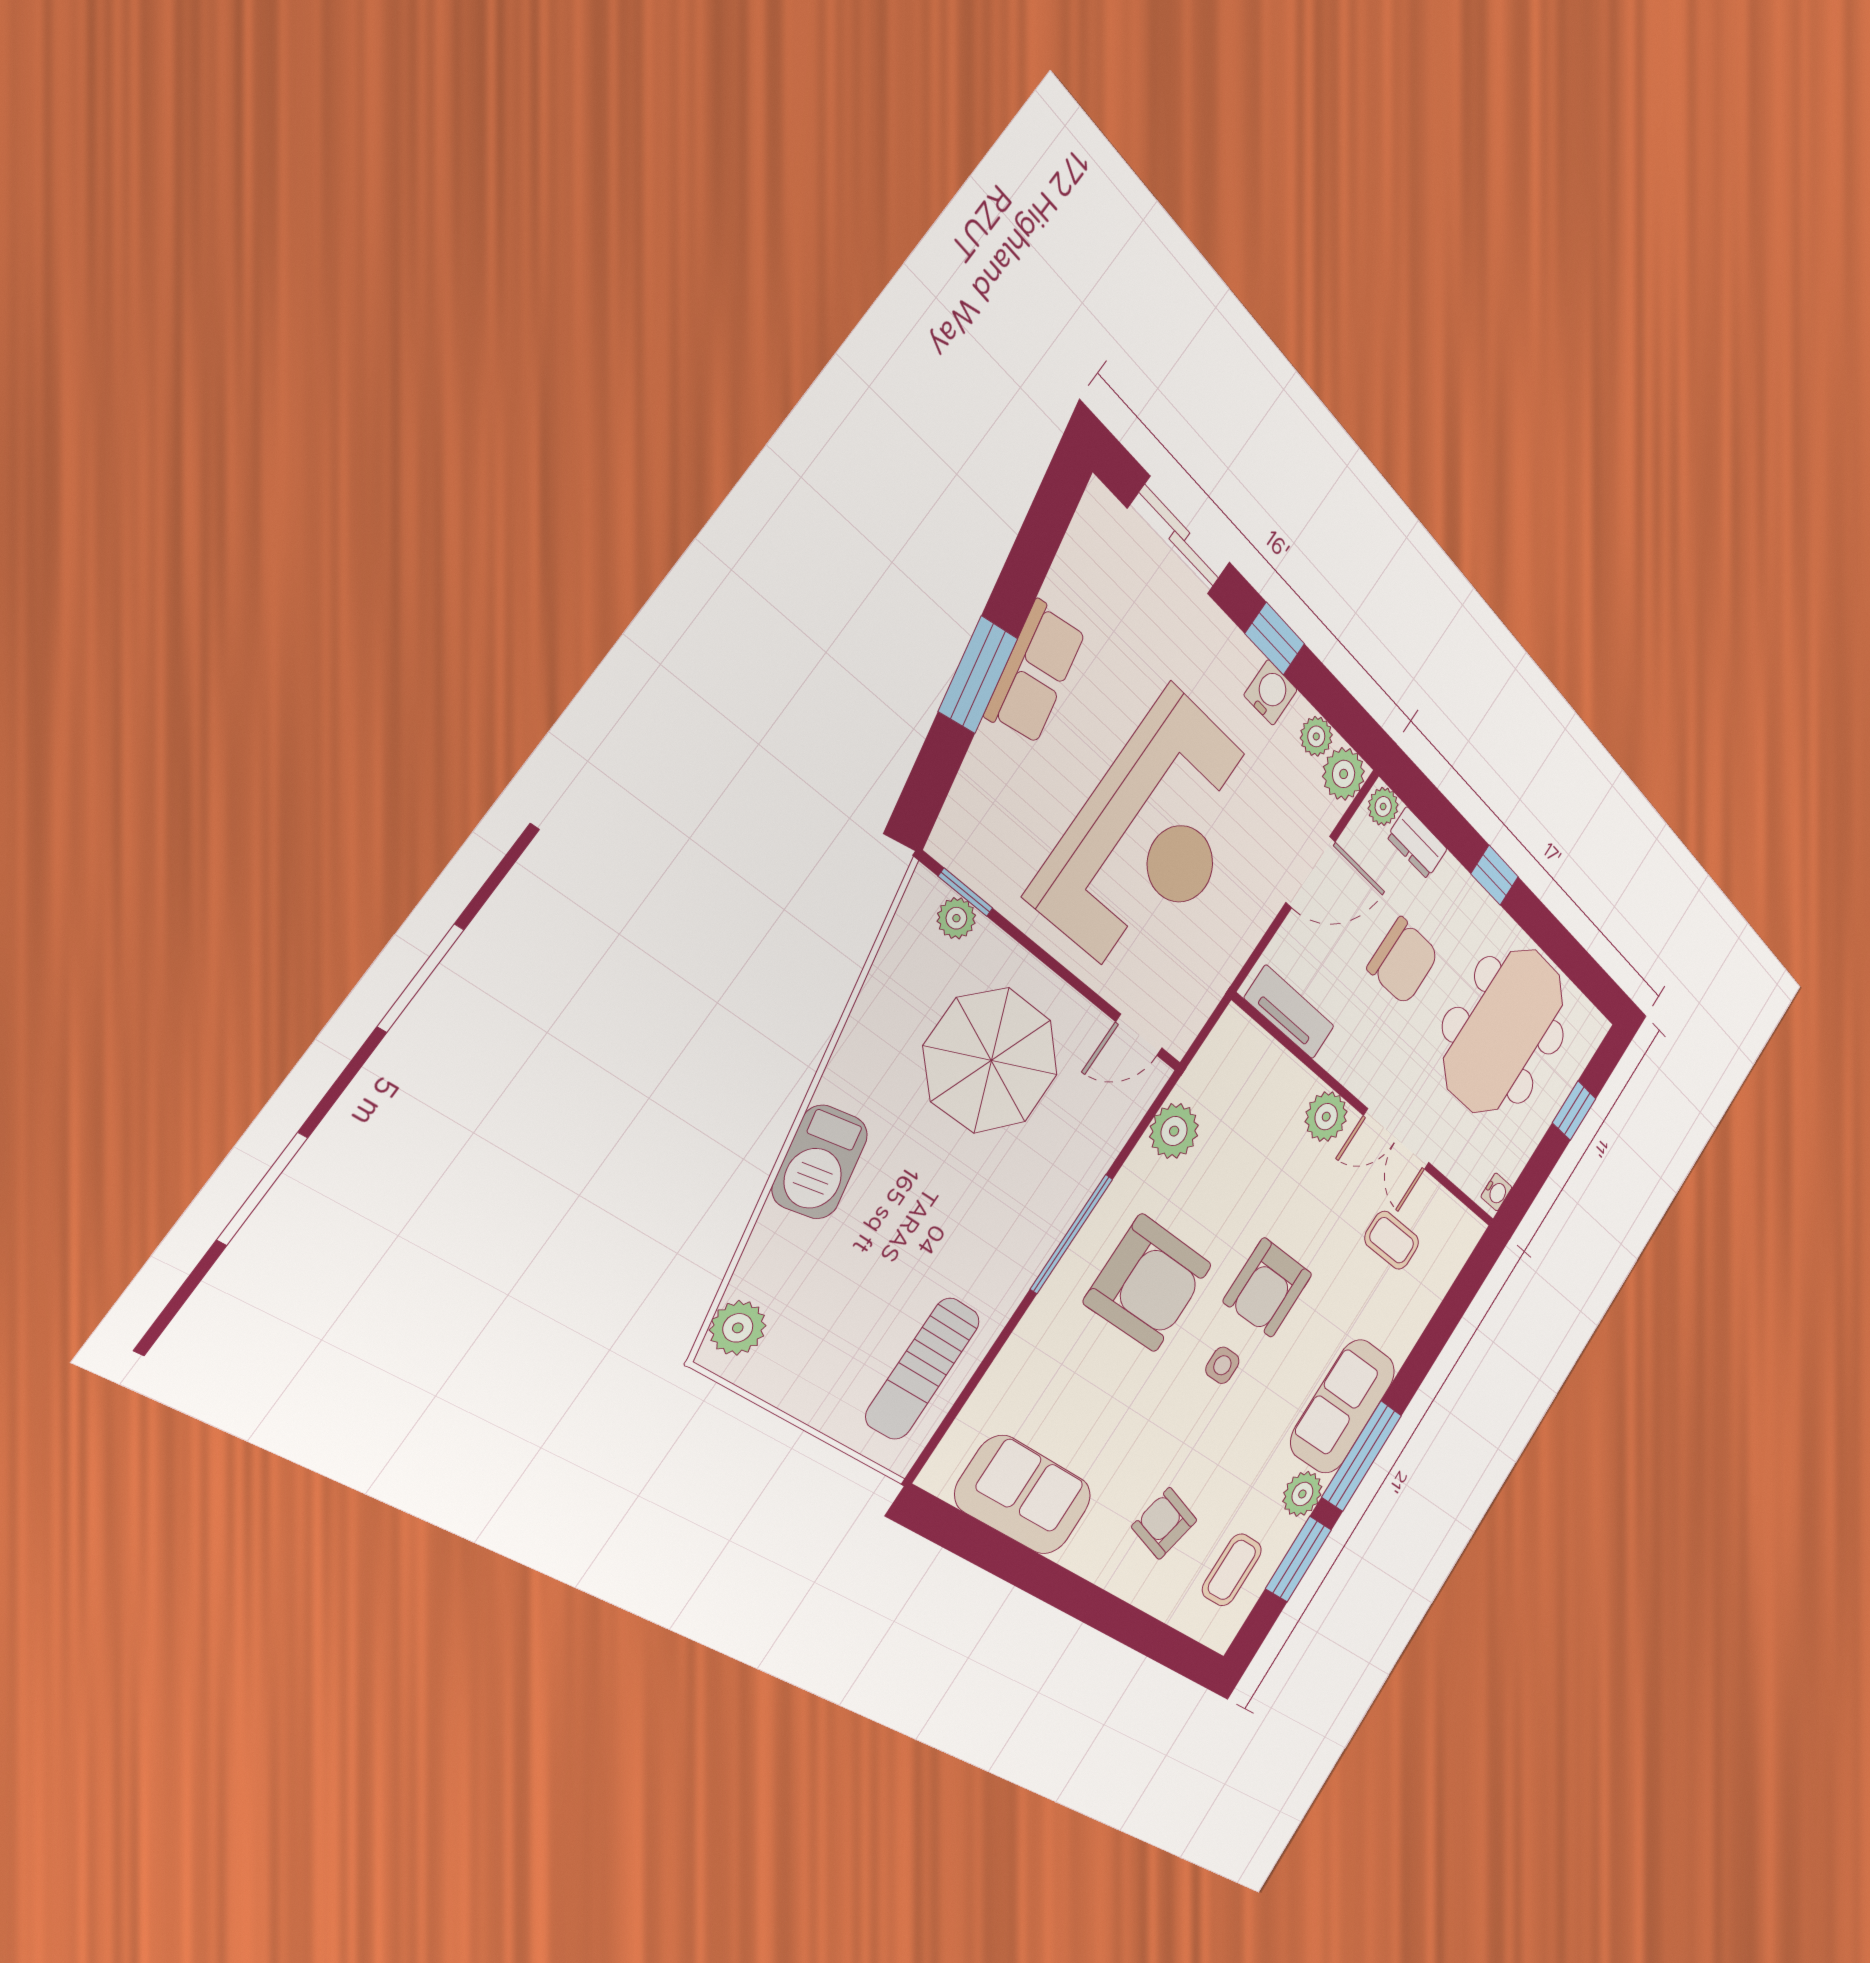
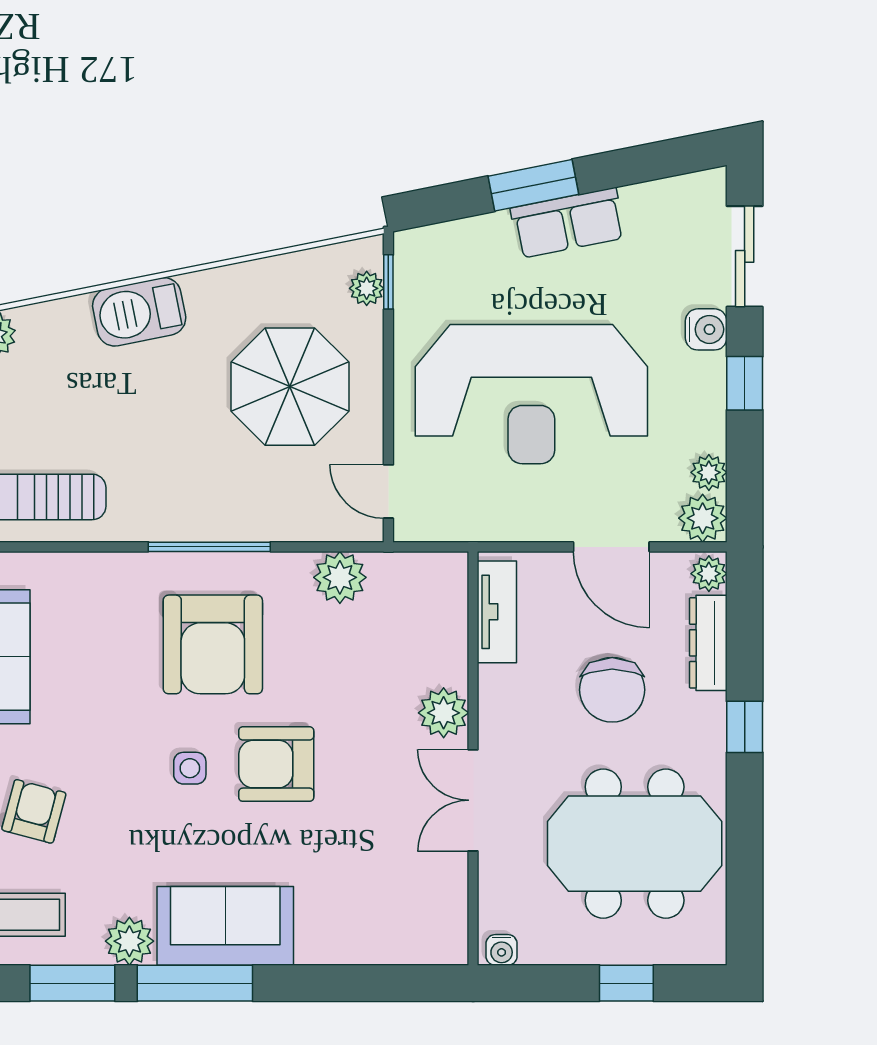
water cooler: (1271, 693) -> (706, 329), moved
dresser: (1417, 843) -> (708, 643), width x1.44
coffee table: (1392, 1240) -> (390, 864), removed

